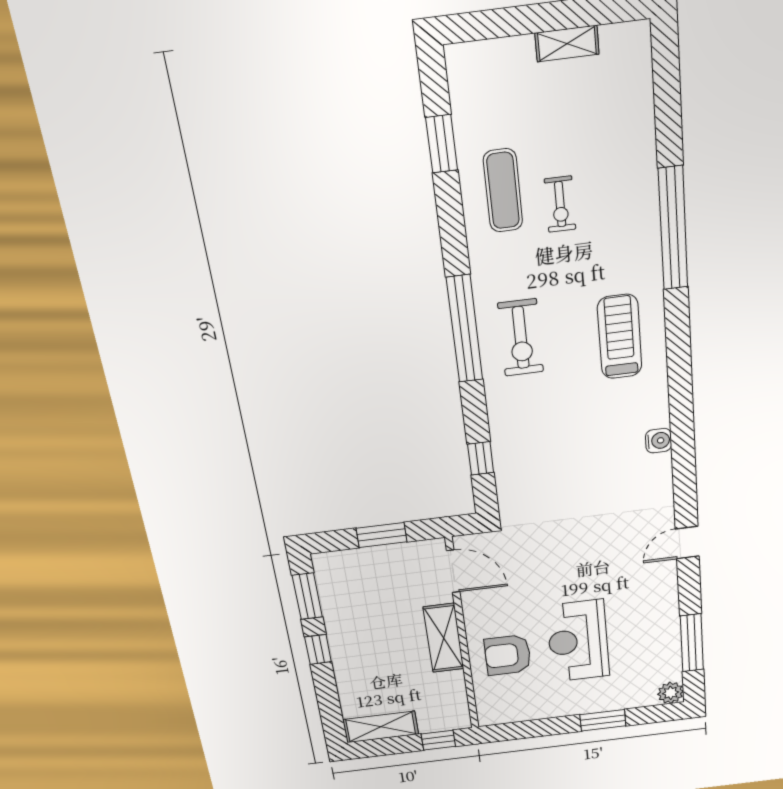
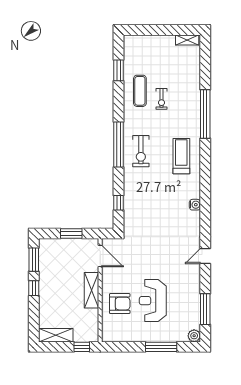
shelving: (567, 44) -> (187, 40), moved
armchair: (508, 655) -> (120, 304), turned 180
window: (603, 720) -> (161, 347), width x1.44

